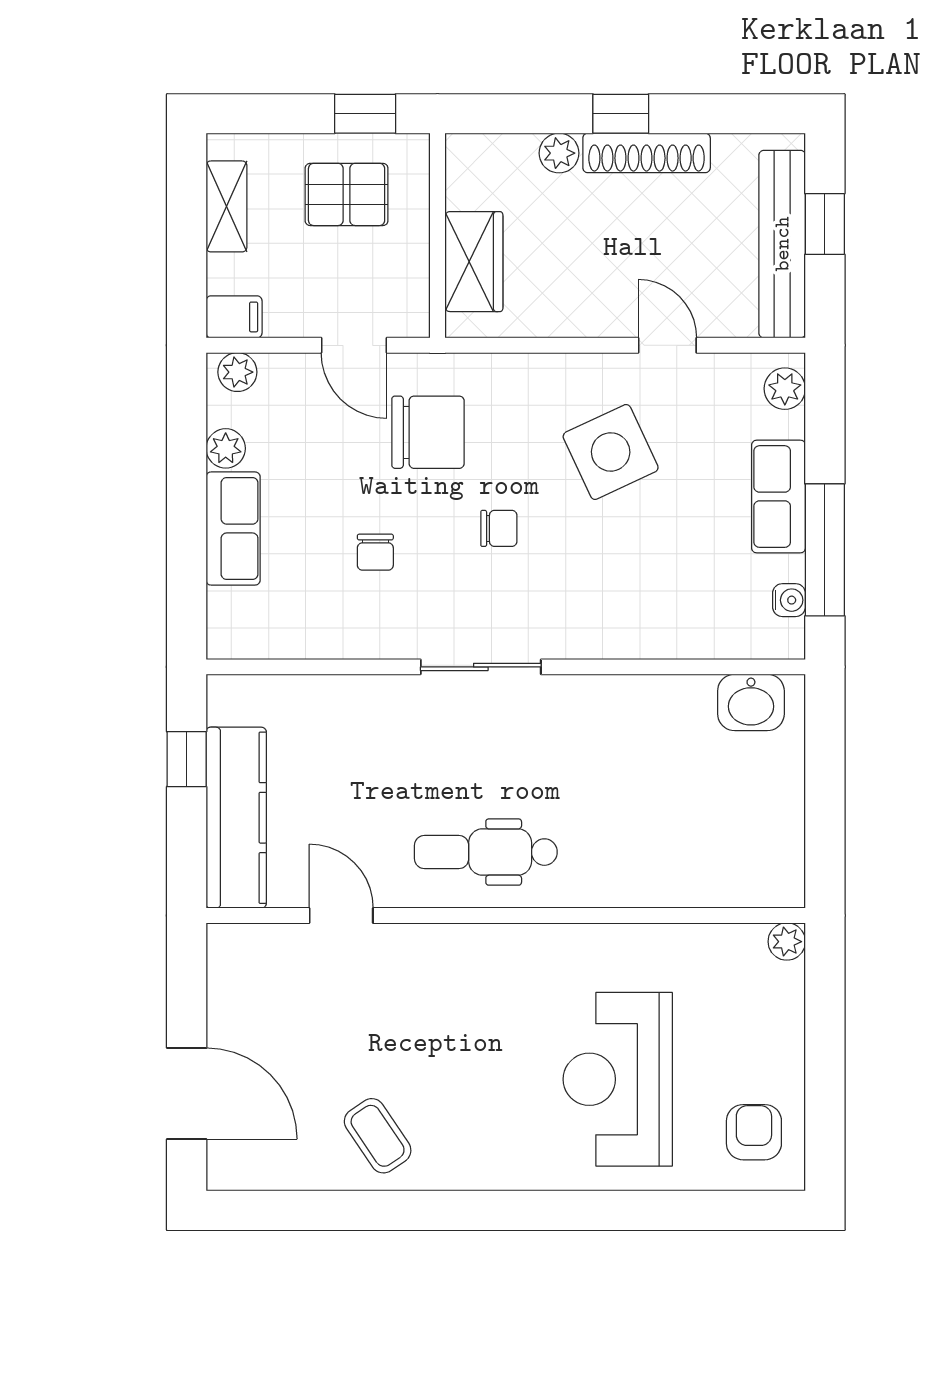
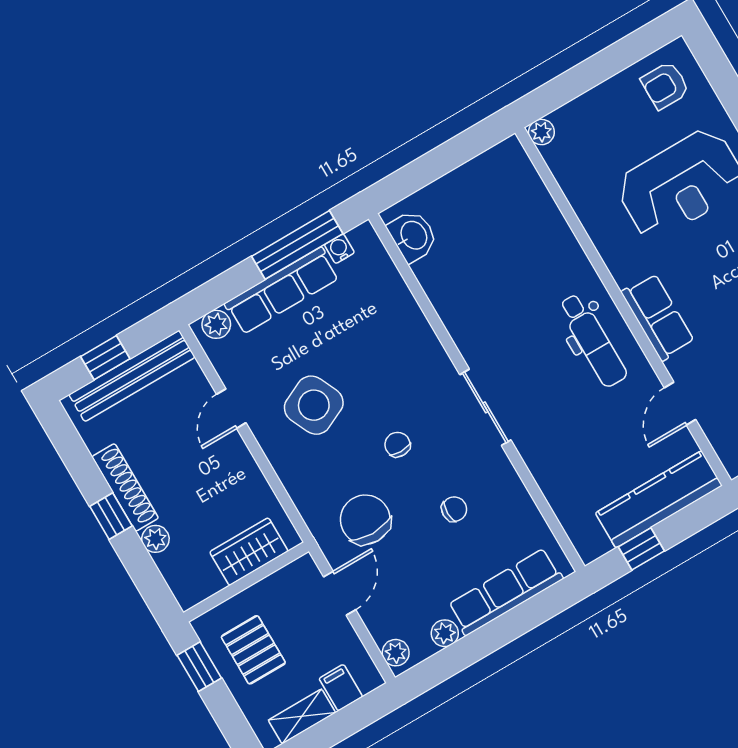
filing cabinet: (234, 317) -> (341, 688), moved
row of seats: (779, 497) -> (282, 291), width x1.48
row of seats: (233, 529) -> (505, 592), width x1.48
row of seats: (467, 951) -> (658, 317), added

